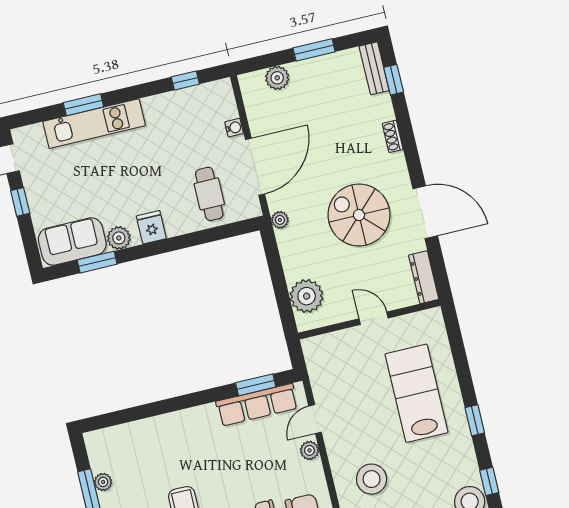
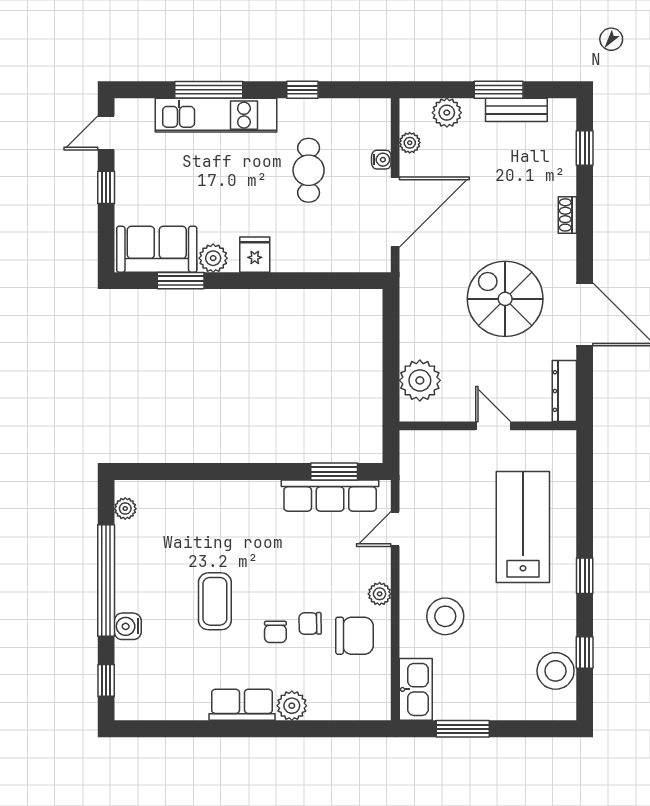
bench: (374, 68) -> (516, 110), moved, turned 90
window: (185, 80) -> (302, 90), moved
window: (83, 105) -> (209, 90), width x1.44
cafe table: (209, 194) -> (309, 170), moved
plant: (280, 220) -> (410, 143), moved
plant: (309, 450) -> (380, 594), moved
plant: (103, 482) -> (125, 509), moved

